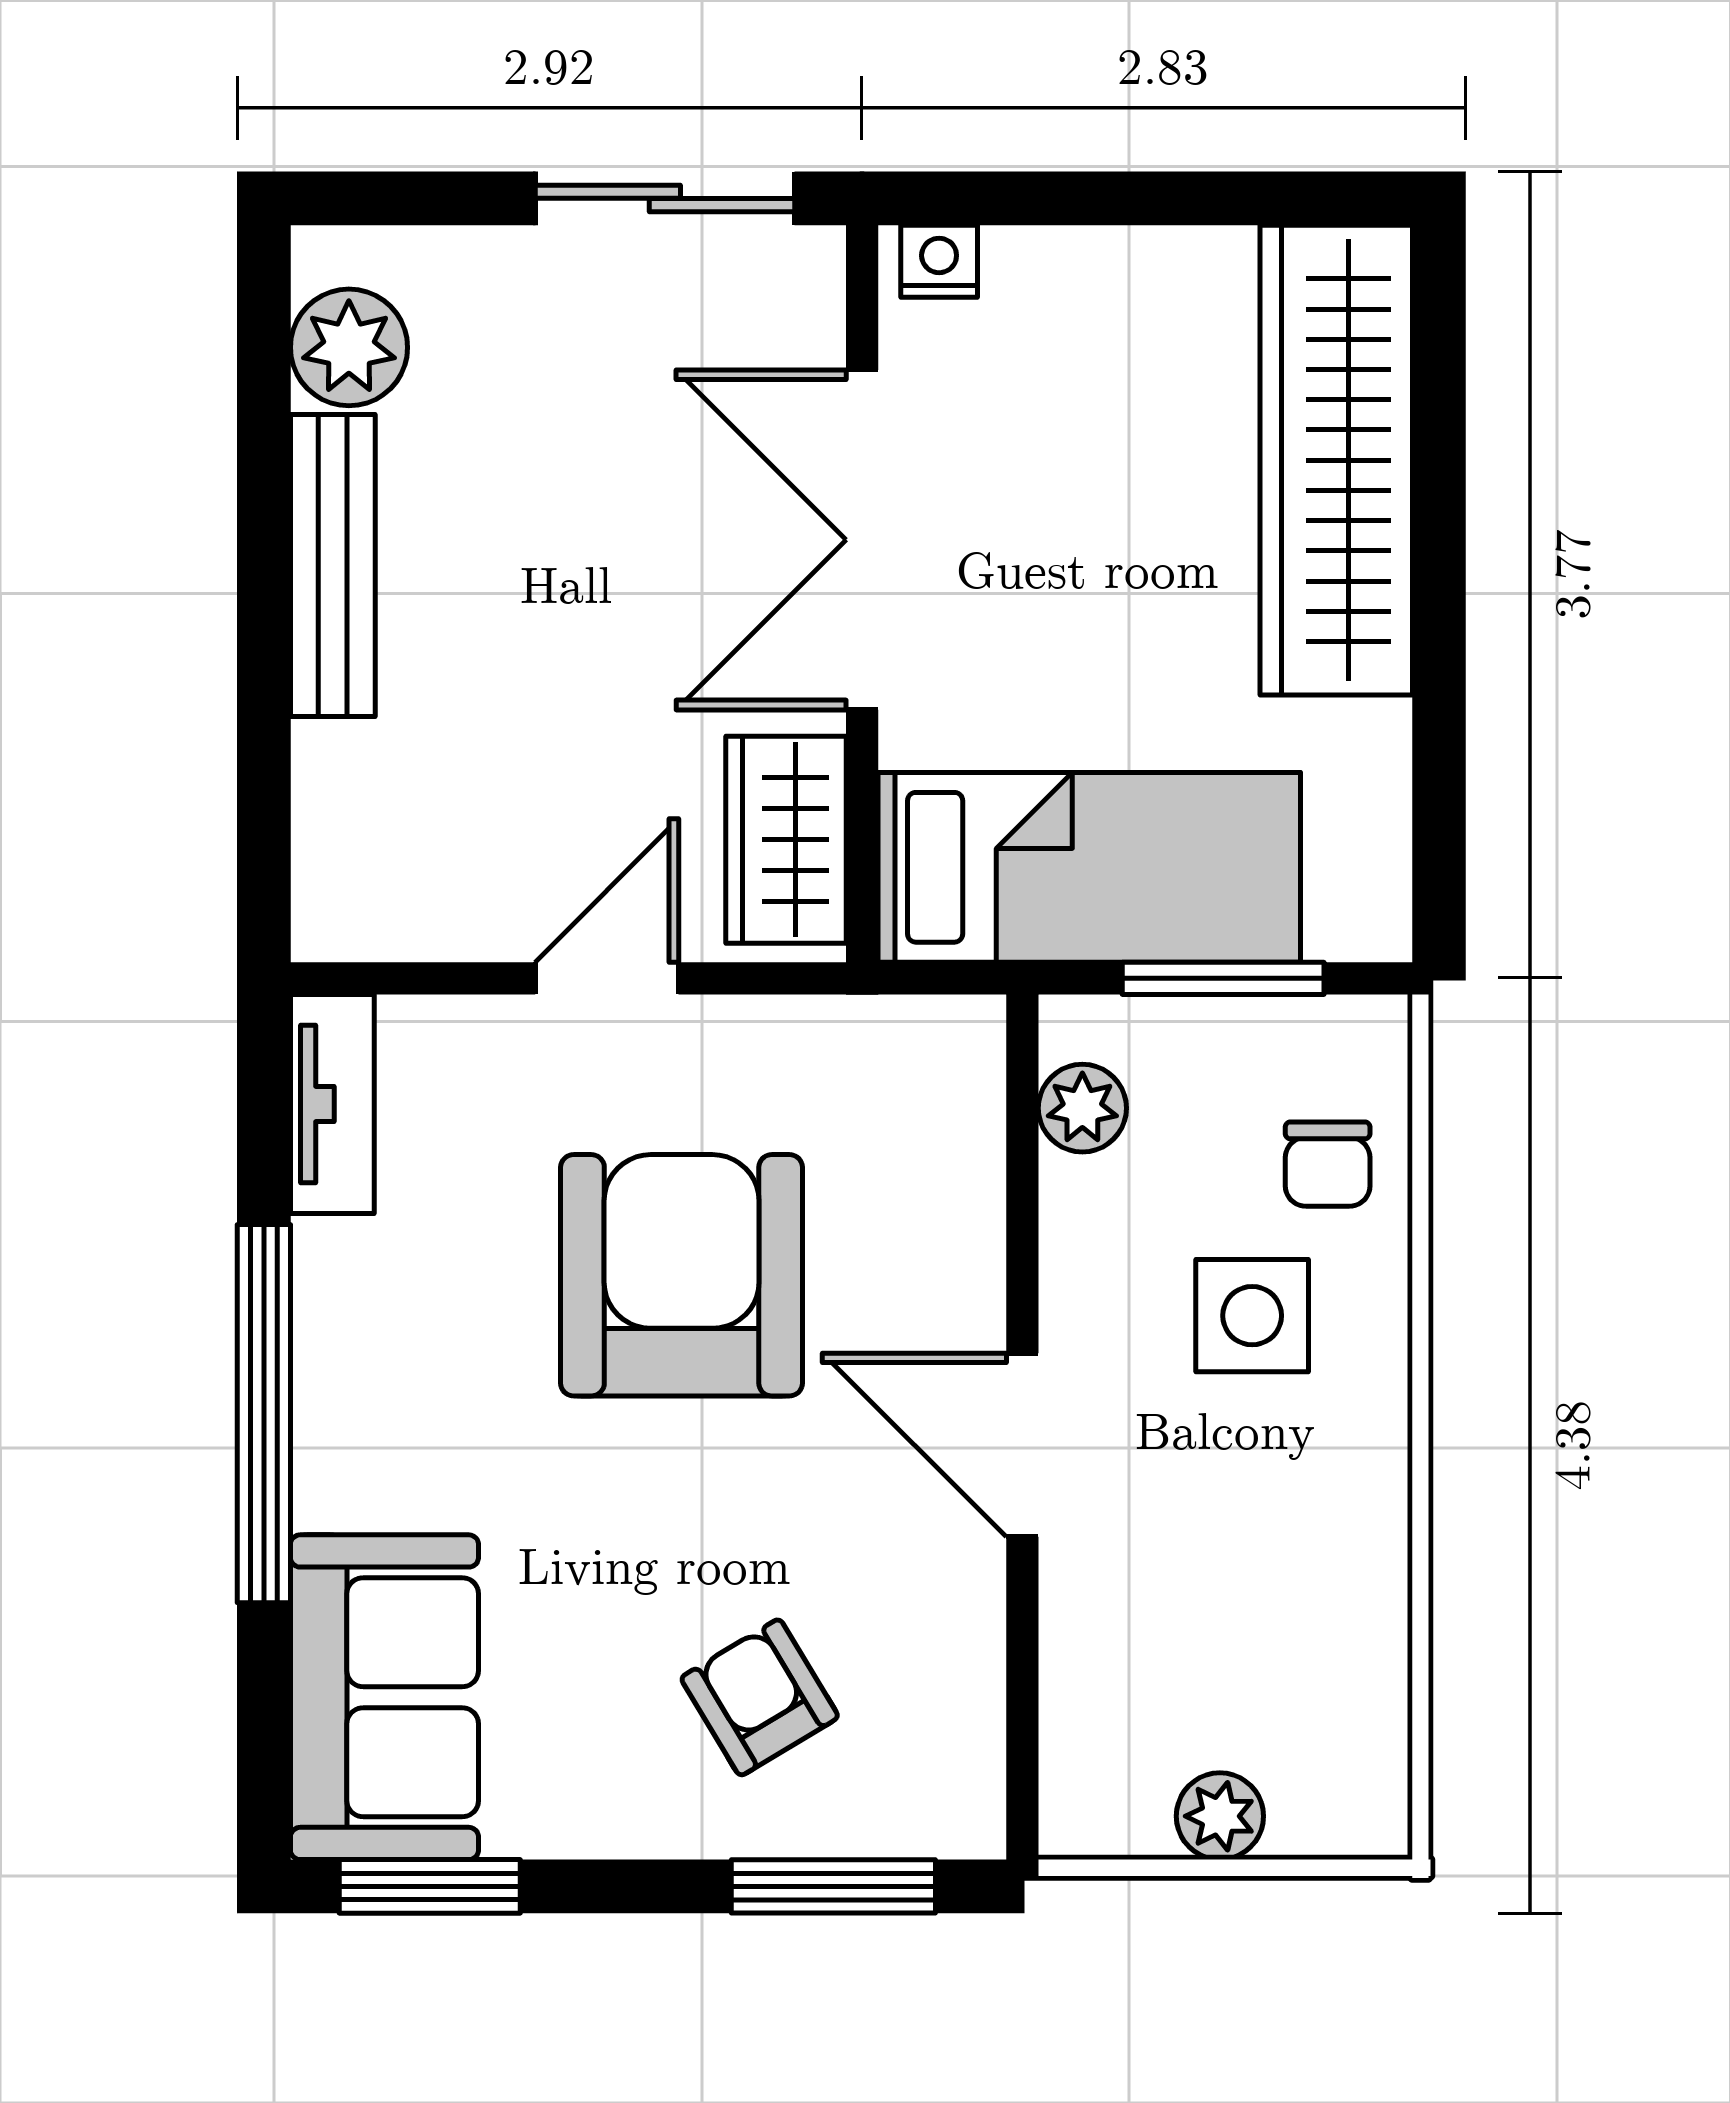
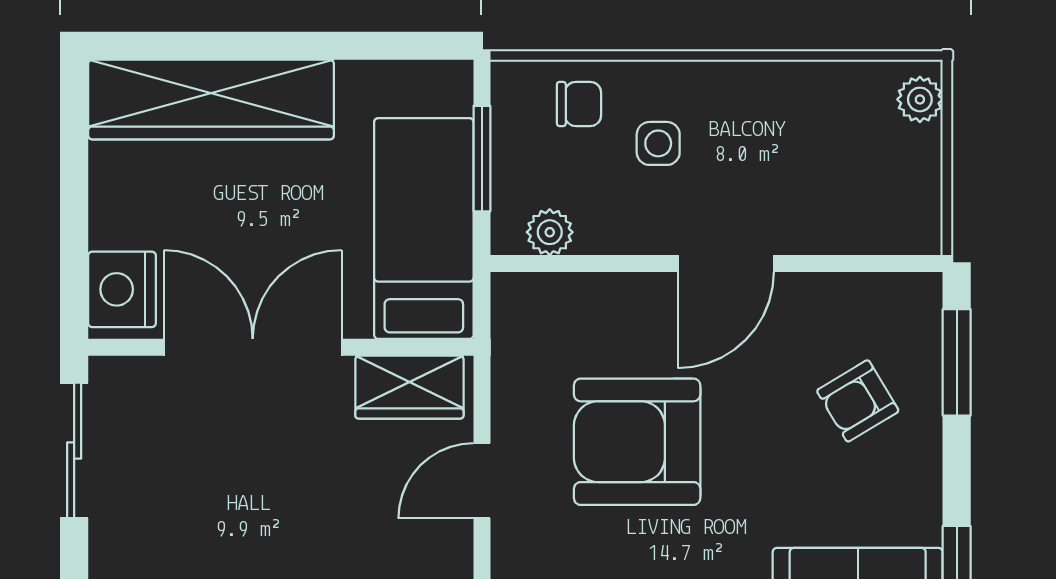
nightstand: (939, 261) -> (122, 289), width x1.89, depth x1.79
double door: (862, 540) -> (253, 347), swing flipped
door: (607, 978) -> (482, 481), hinge flipped
side table: (1252, 1316) -> (658, 143), width x0.73, depth x0.73
plant: (1220, 1816) -> (920, 99), moved

